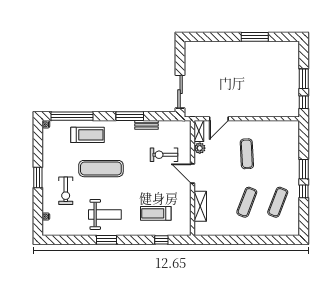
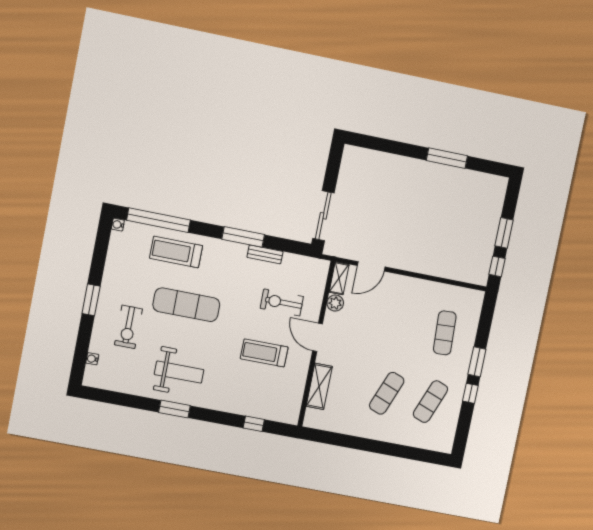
treadmill: (88, 135) -> (176, 252), turned 180
exercise mat: (247, 154) -> (445, 333), moved
treadmill: (156, 213) -> (264, 353), moved

